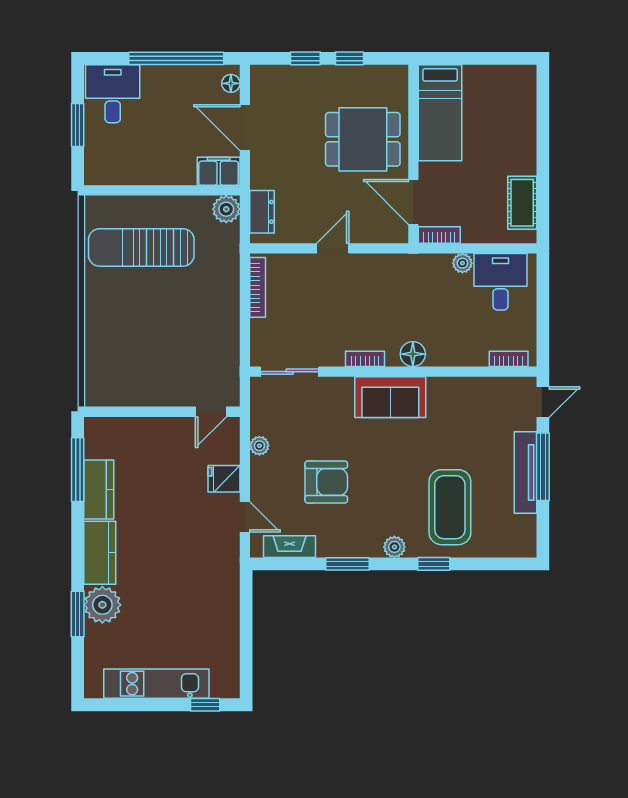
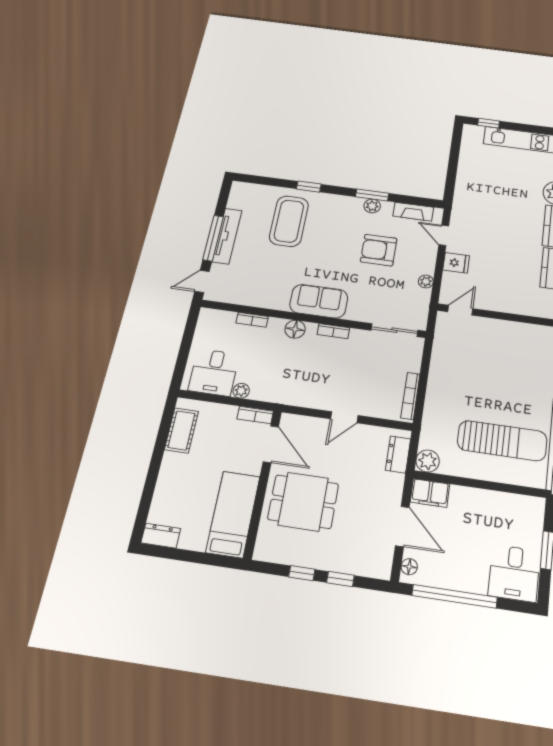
dresser: (516, 76) -> (161, 536), added
bookcase: (509, 359) -> (252, 320), moved
plant: (394, 547) -> (372, 206), moved

